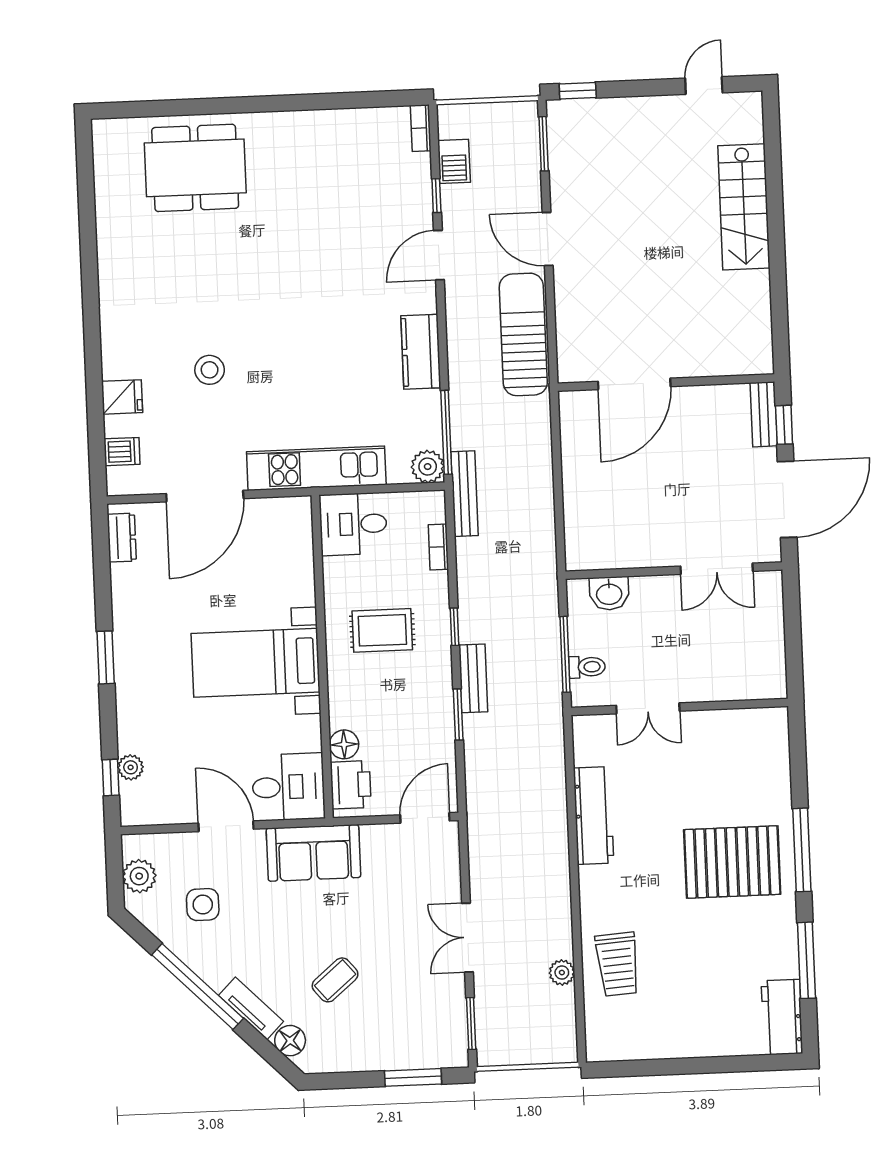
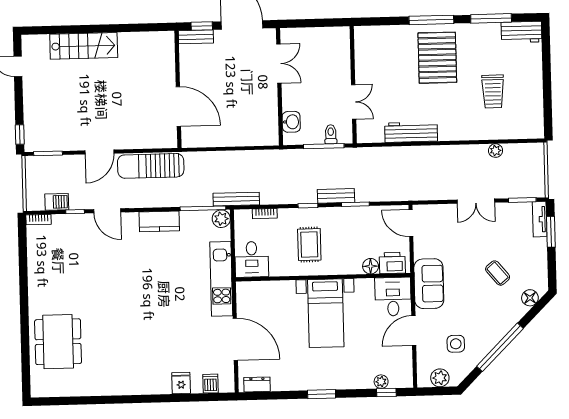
stool: (210, 370) -> (167, 336), removed
trolley: (618, 964) -> (493, 91), moved, turned 94
tv unit: (251, 1008) -> (540, 219), moved, turned -45

